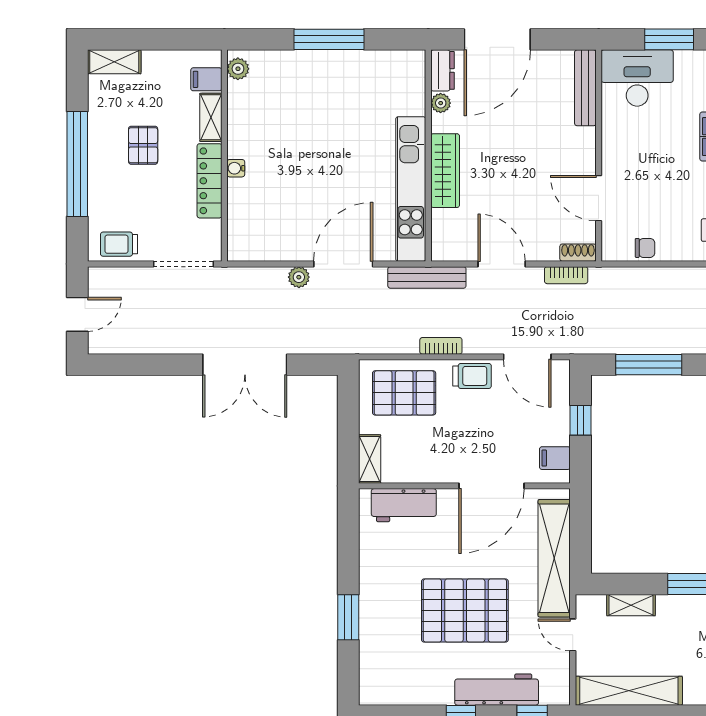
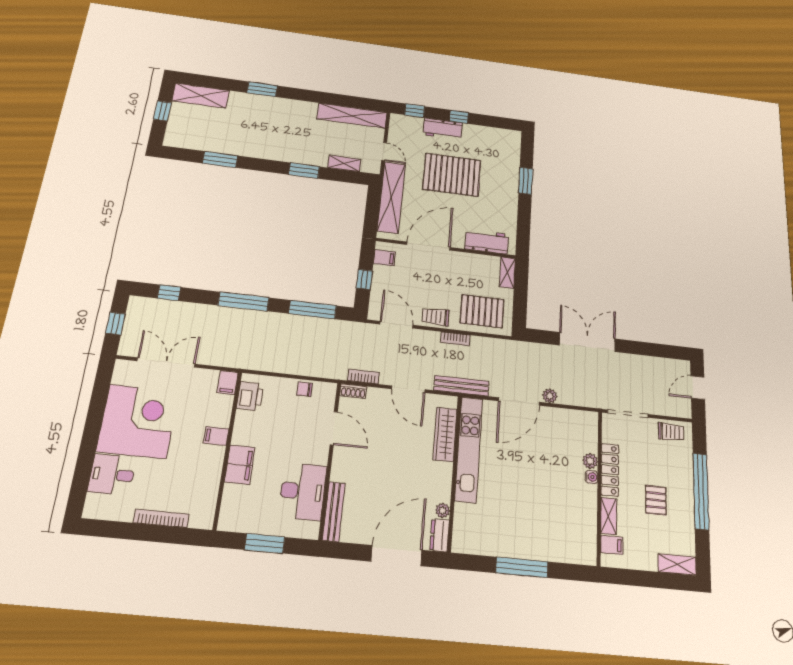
plant: (238, 69) -> (590, 461), moved
desk: (637, 78) -> (303, 491), moved, turned -90
wardrobe: (445, 171) -> (445, 434), moved
workbench: (497, 690) -> (443, 129), width x0.73

